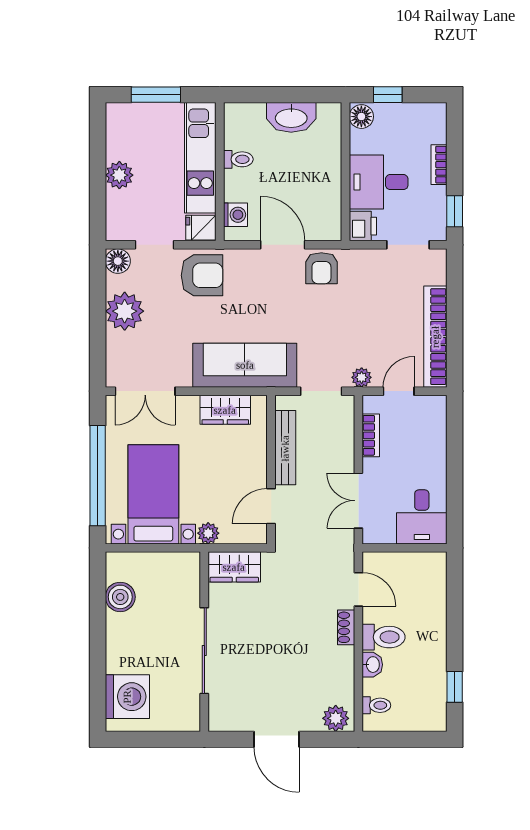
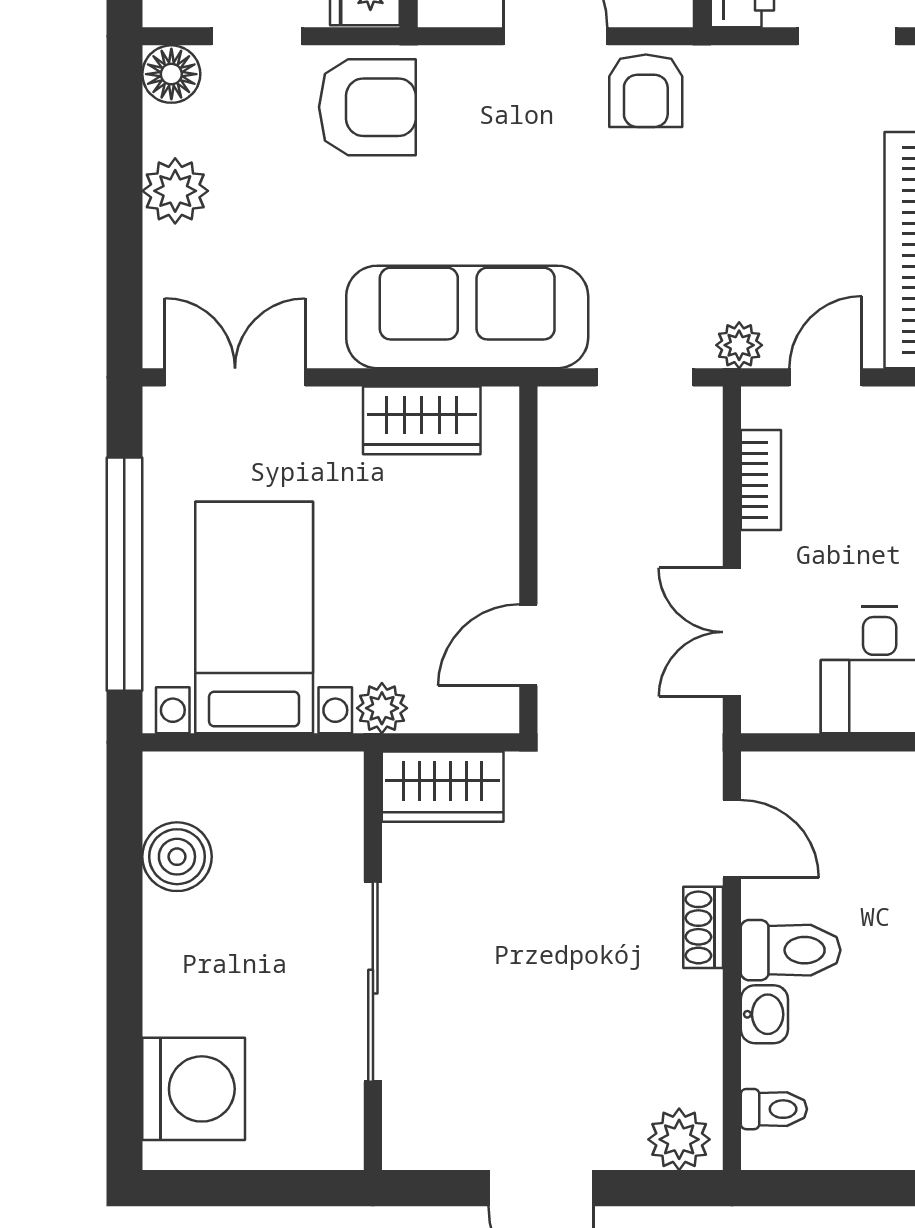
plant: (125, 311) -> (175, 191), width x0.73, depth x0.73
double door: (145, 391) -> (235, 377), swing flipped
bench: (285, 448) -> (562, 509), removed

